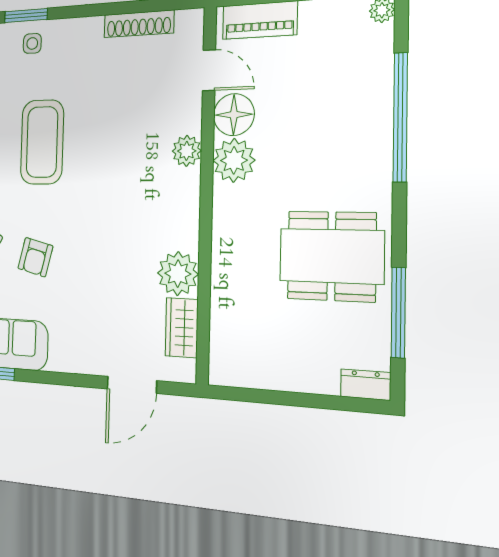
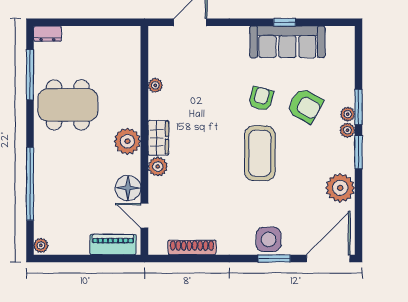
side table: (32, 43) -> (269, 239), width x1.87, depth x1.87
coffee table: (42, 142) -> (260, 153), moved
plant: (234, 160) -> (127, 141), moved
plant: (178, 274) -> (155, 85), width x0.53, depth x0.53
wardrobe: (182, 328) -> (158, 138), moved

